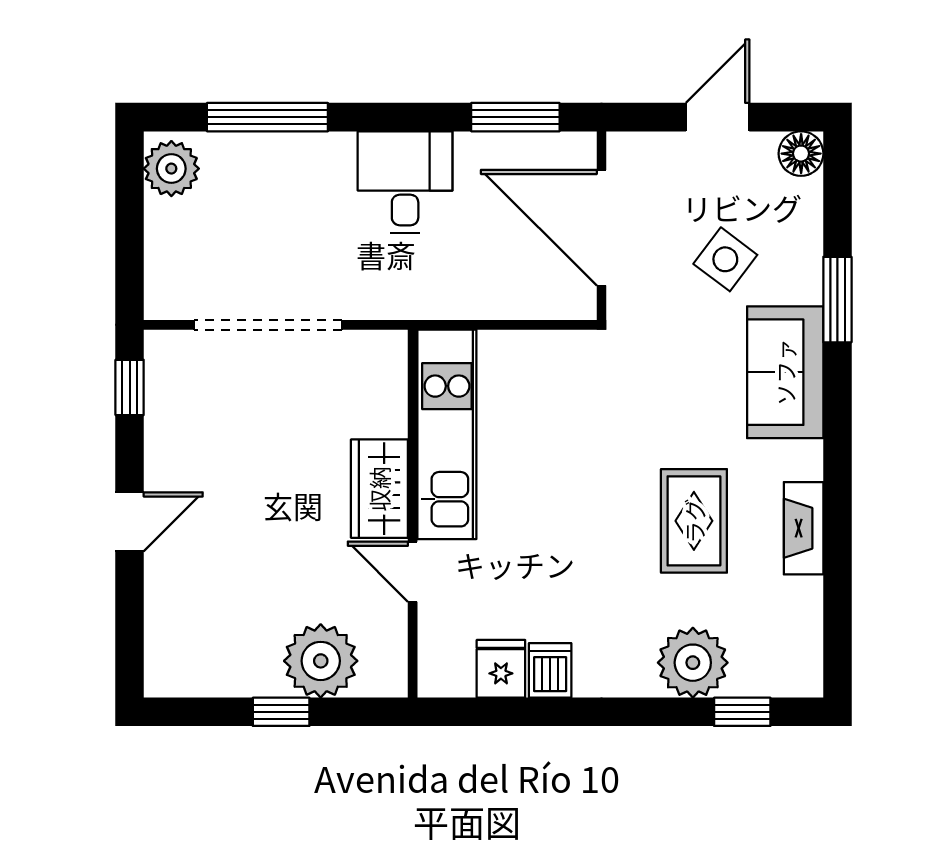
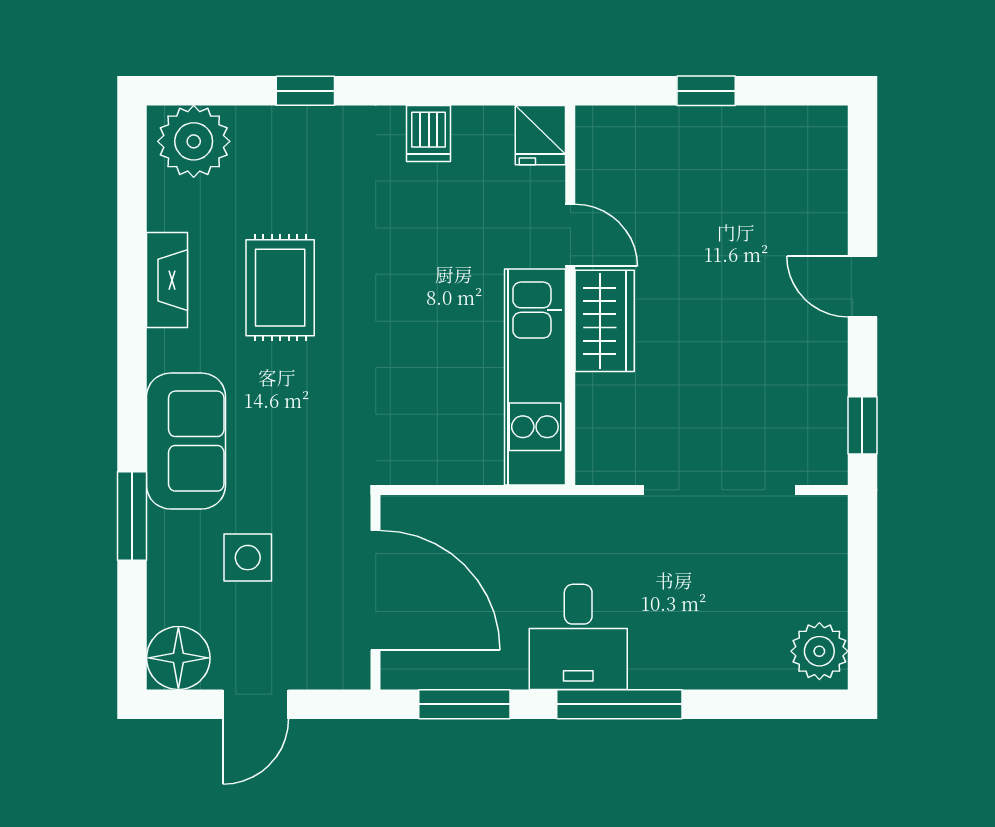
window: (267, 117) -> (619, 704), moved
floor lamp: (801, 154) -> (178, 658), width x1.38, depth x1.38
side table: (725, 259) -> (248, 558), turned -37
door: (130, 522) -> (862, 287), hinge flipped
plant: (321, 661) -> (665, 143), removed
plant: (693, 663) -> (194, 141), moved
fridge: (501, 669) -> (540, 135), moved
window: (742, 712) -> (305, 91), moved

